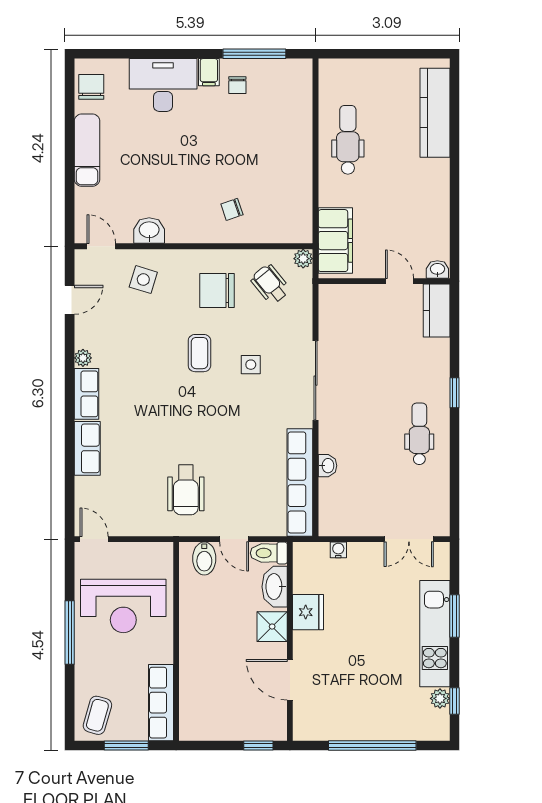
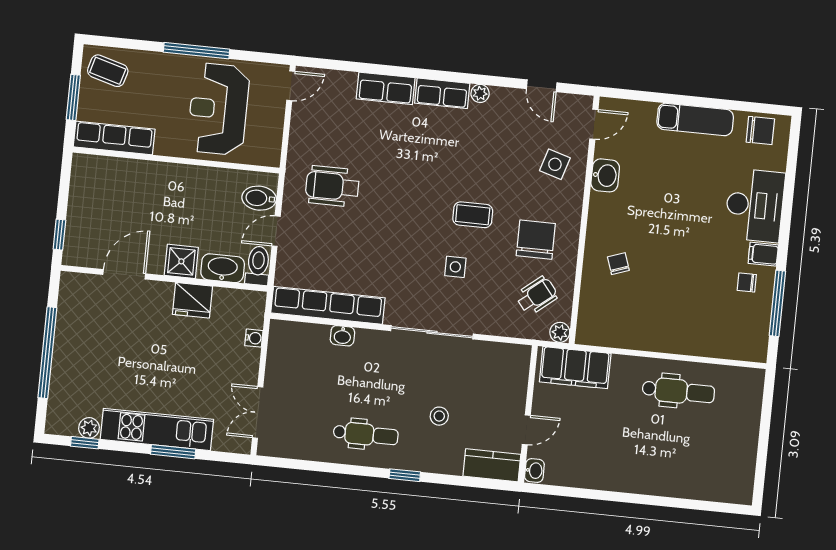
kitchen counter: (435, 113) -> (697, 484), removed
stool: (395, 366) -> (439, 416), added

